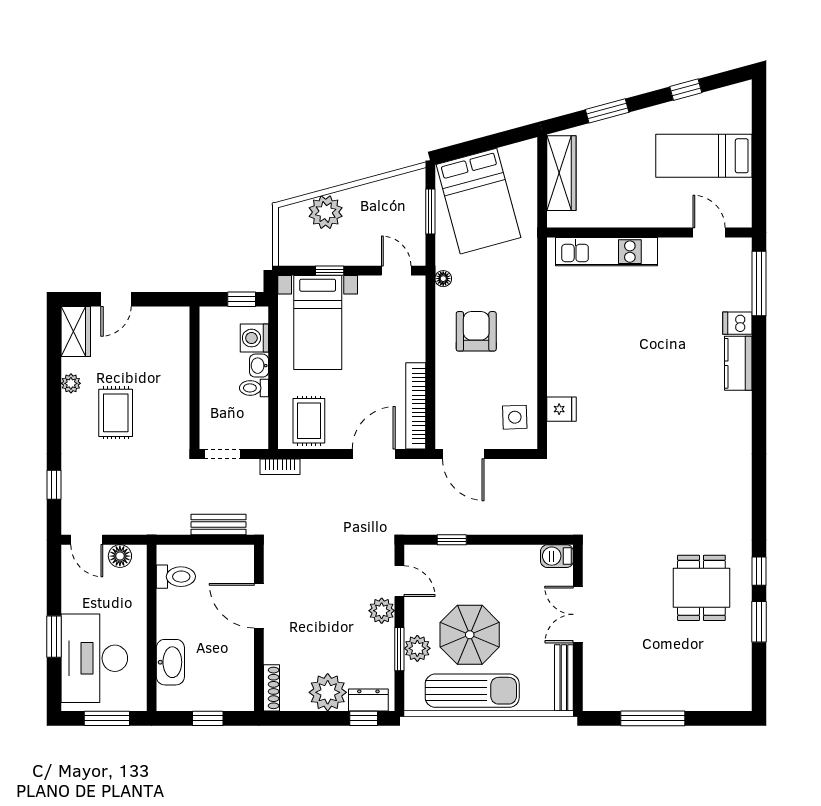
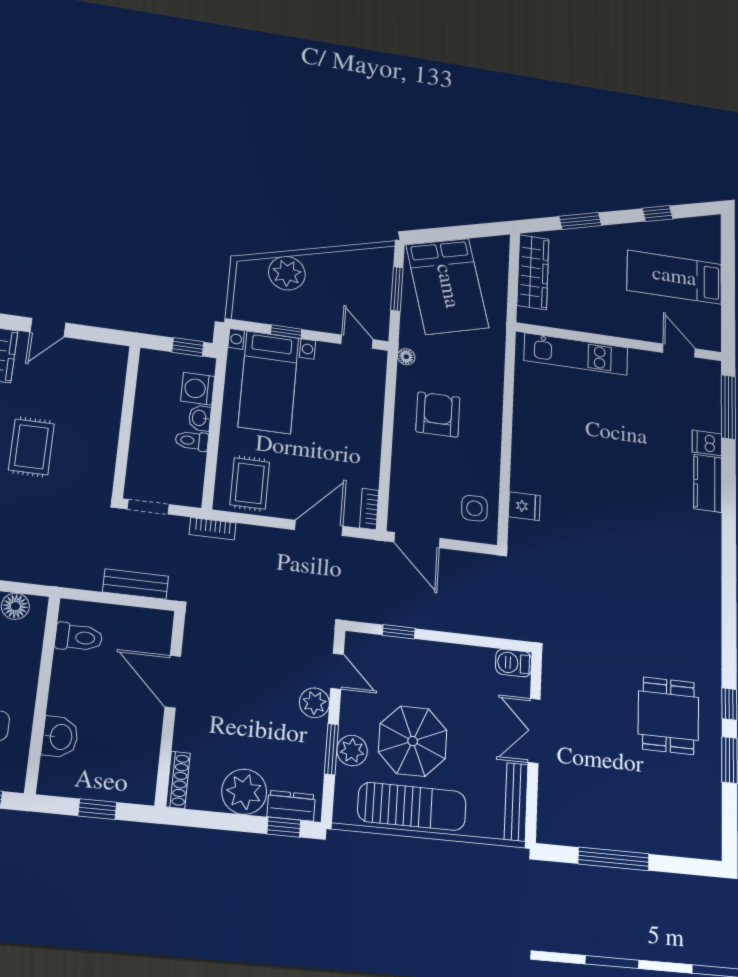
bookcase: (416, 406) -> (369, 509), width x0.43, depth x0.76
washbasin: (170, 662) -> (60, 737), width x0.72

